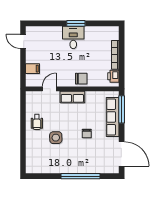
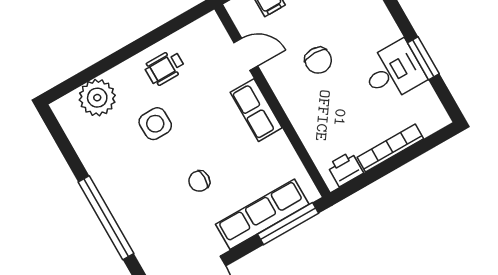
window: (76, 23) -> (423, 58), moved
desk: (73, 37) -> (393, 72), moved
chair: (81, 79) -> (318, 60), moved
plant: (34, 154) -> (97, 98), added

